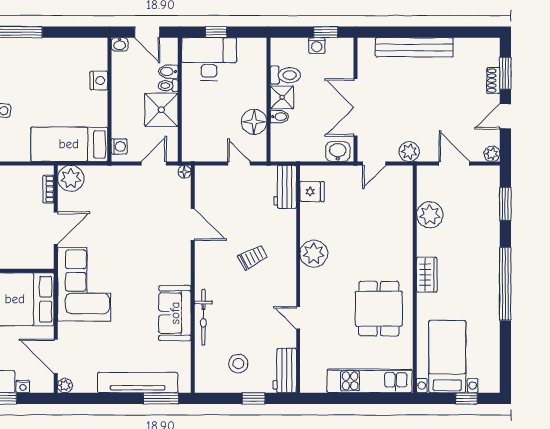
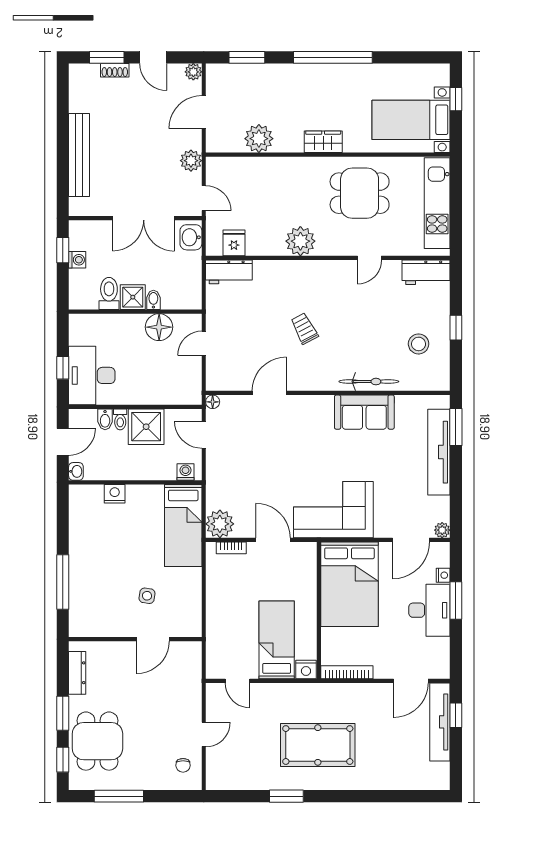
workbench: (285, 187) -> (229, 272), moved
fridge: (312, 192) -> (234, 243), moved
plant: (314, 254) -> (300, 241), moved
wall: (298, 279) -> (328, 258), moved
door: (298, 318) -> (369, 258), moved
workbench: (285, 371) -> (426, 272), moved

